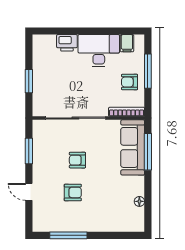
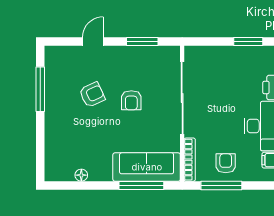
window: (148, 71) -> (221, 185), moved
window: (29, 81) -> (248, 41), moved
armchair: (77, 160) -> (131, 100), turned 180
armchair: (73, 192) -> (92, 95), turned -115

